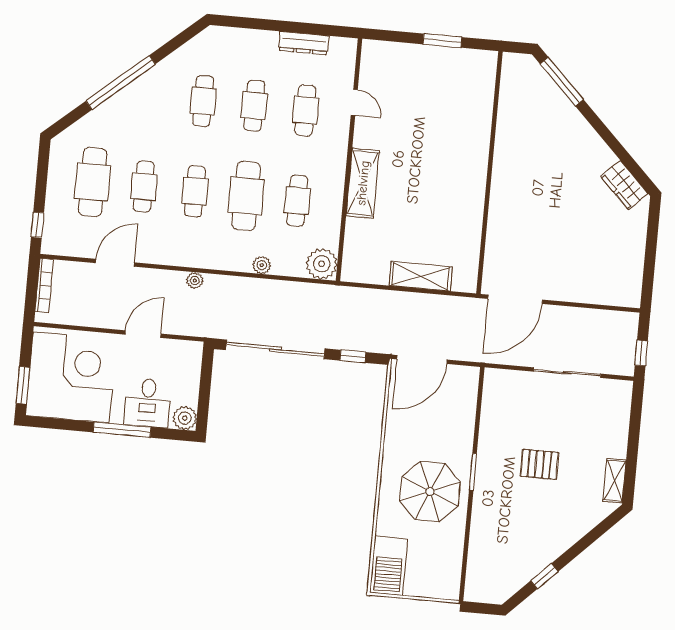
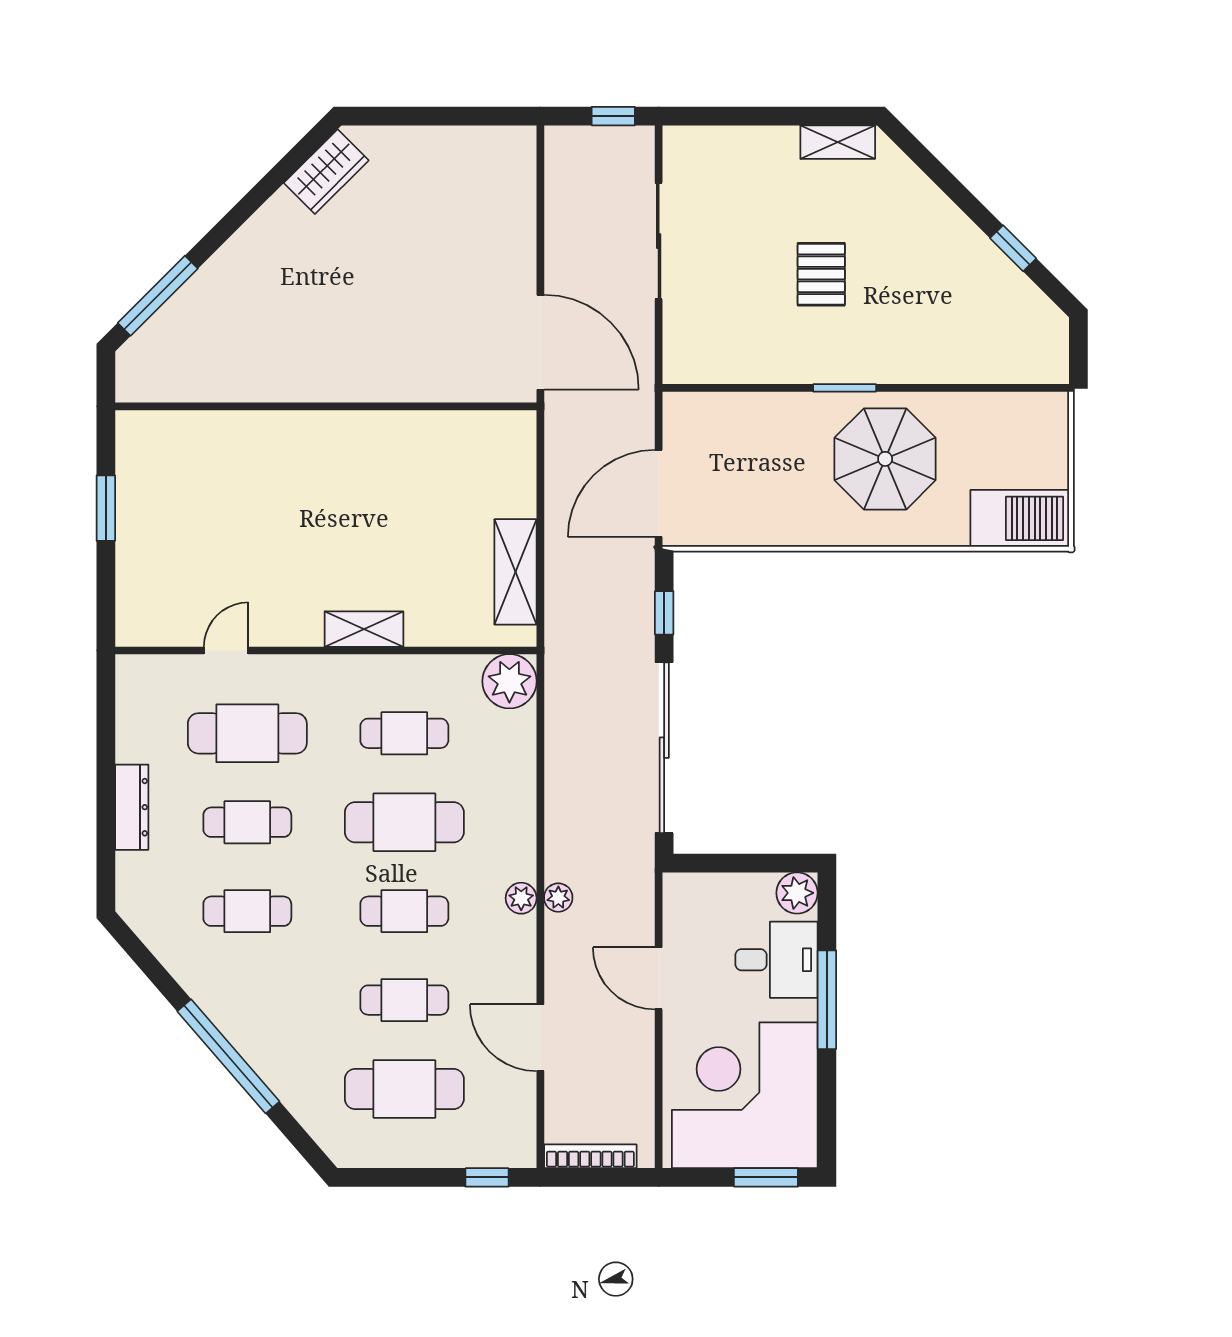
dresser: (304, 43) -> (132, 807), moved
cafe table: (305, 110) -> (247, 733), width x1.37, depth x1.35
shelving: (363, 183) -> (364, 629), width x0.67, depth x0.75
plant: (262, 265) -> (521, 898), moved
shelving: (421, 276) -> (516, 572), moved
door: (422, 359) -> (659, 493), swing flipped

